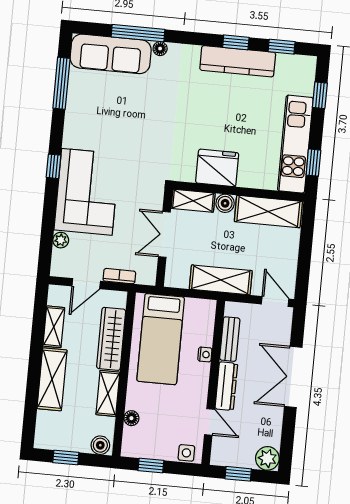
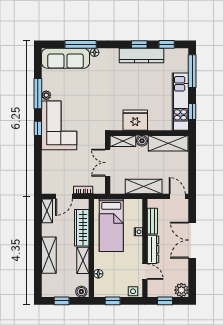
window: (61, 83) -> (38, 94), moved
window: (320, 95) -> (192, 71), width x2.17
corner sofa: (87, 192) -> (59, 125), moved
plant: (61, 240) -> (46, 95), moved
shelving: (54, 327) -> (47, 211), moved

